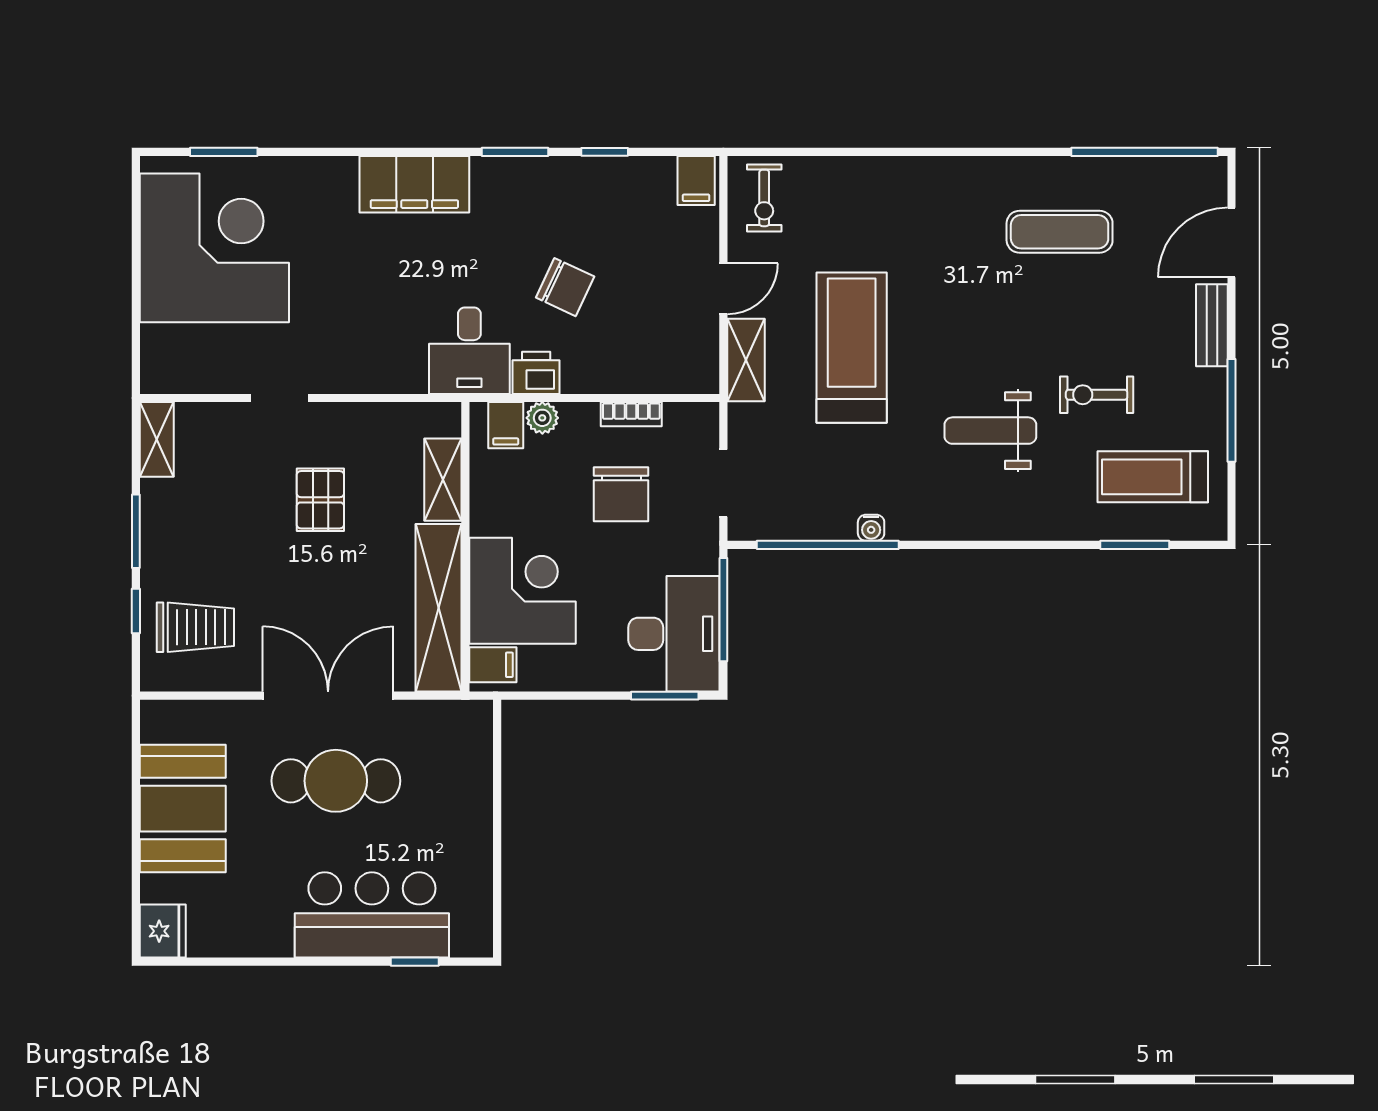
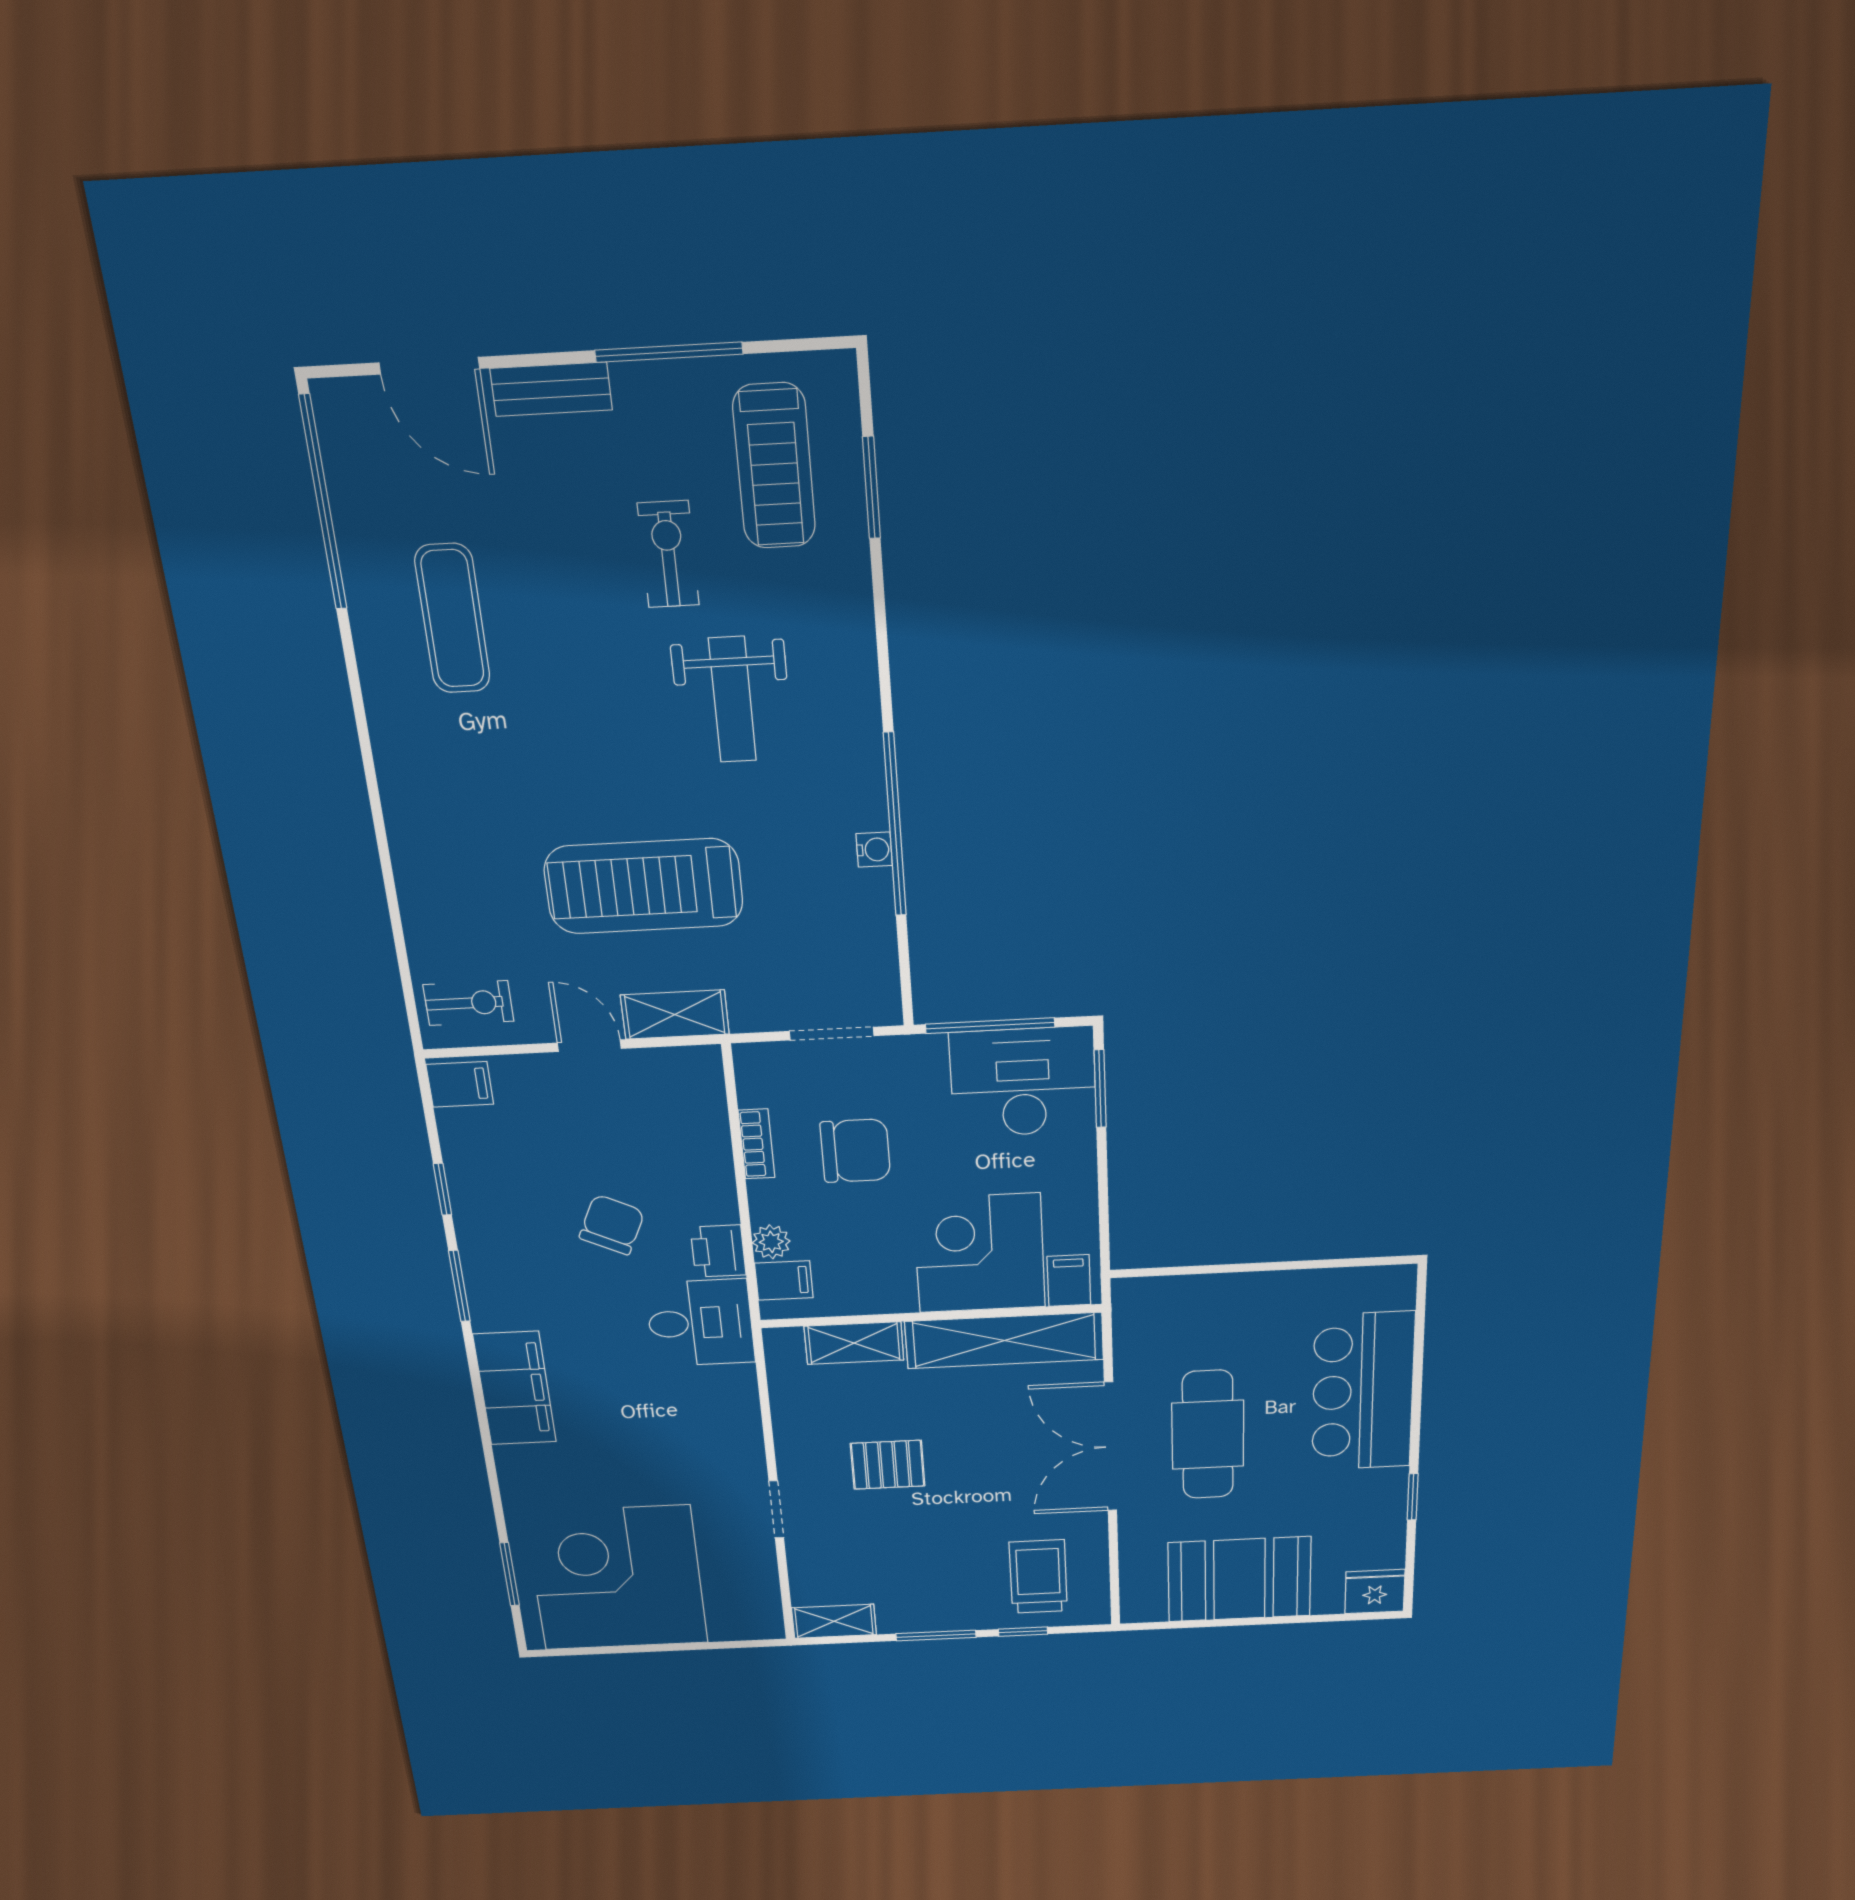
exercise bike: (1097, 395) -> (668, 554), turned 180
window: (828, 545) -> (895, 825), moved
window: (415, 962) -> (1413, 1497), moved

